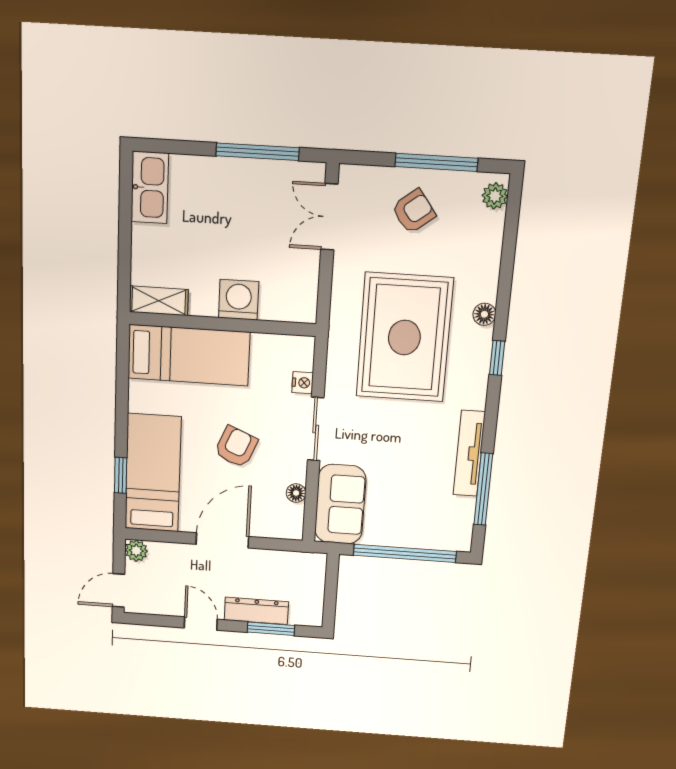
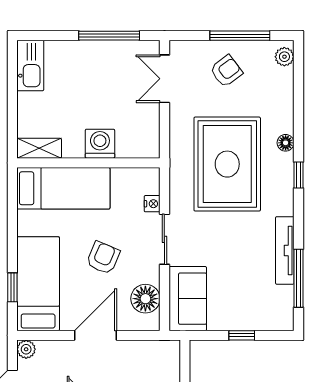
floor lamp: (296, 493) -> (145, 299), width x1.89, depth x1.89
window: (405, 553) -> (242, 335), width x0.32

